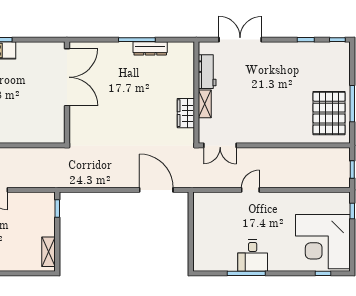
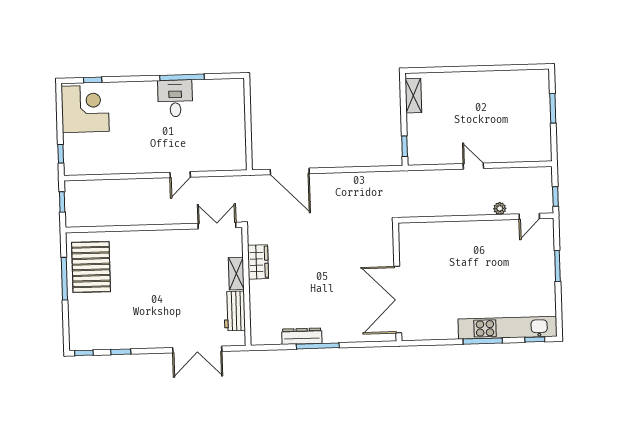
corner desk: (323, 242) -> (85, 109), width x0.74, depth x0.74

